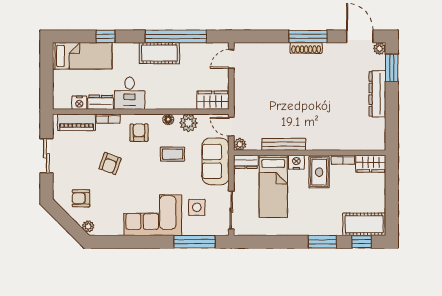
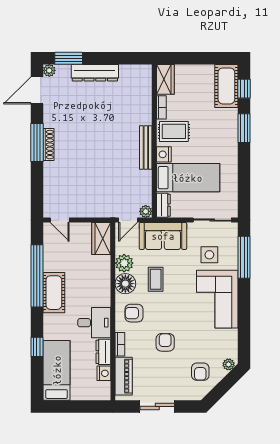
floor lamp: (168, 119) -> (125, 284), width x1.89, depth x1.89
bench: (284, 144) -> (146, 148), moved
armchair: (110, 164) -> (165, 342), turned -110

